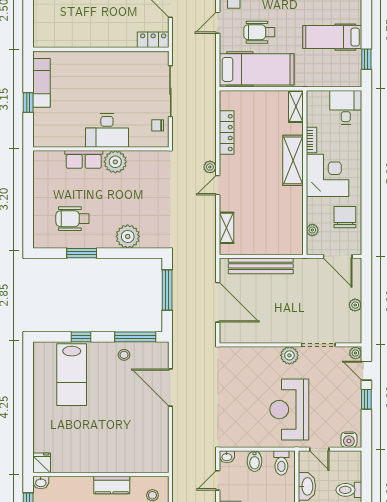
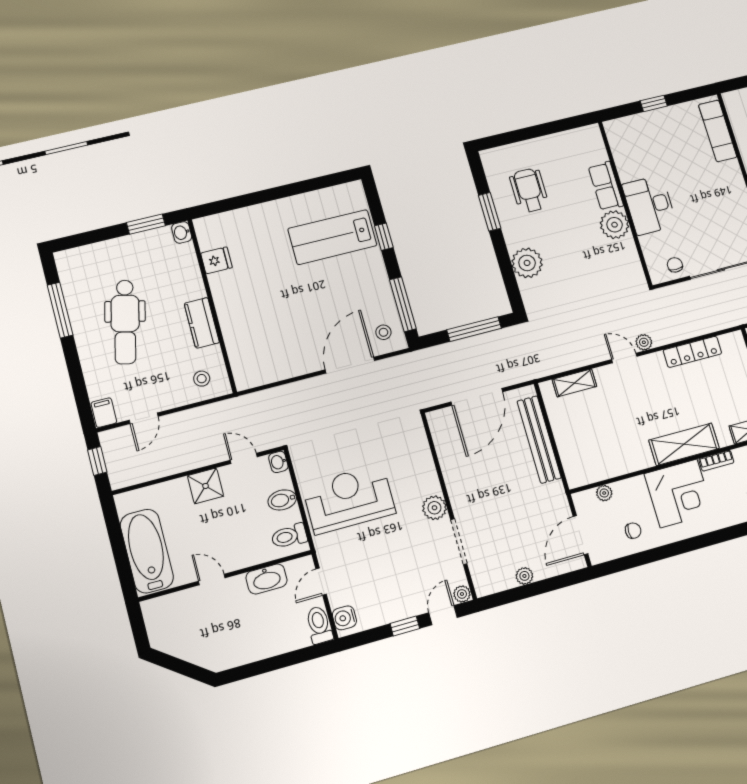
exam couch: (41, 83) -> (718, 131), moved, turned 90
chair: (345, 217) -> (633, 531), width x0.54, depth x0.54
stool: (124, 355) -> (383, 332), moved
reception desk: (289, 410) -> (349, 499), moved
fridge: (42, 463) -> (216, 260), moved
toilet: (349, 490) -> (319, 625), moved

